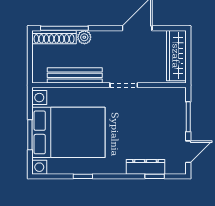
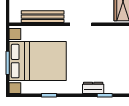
dresser: (145, 167) -> (93, 88), width x0.70

